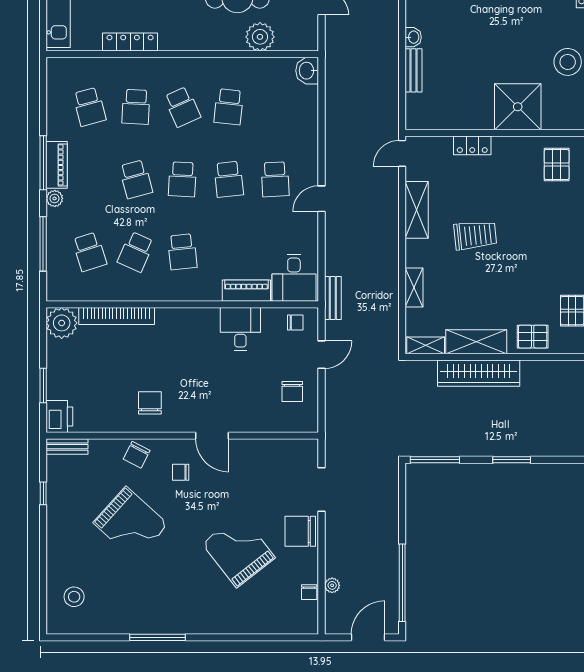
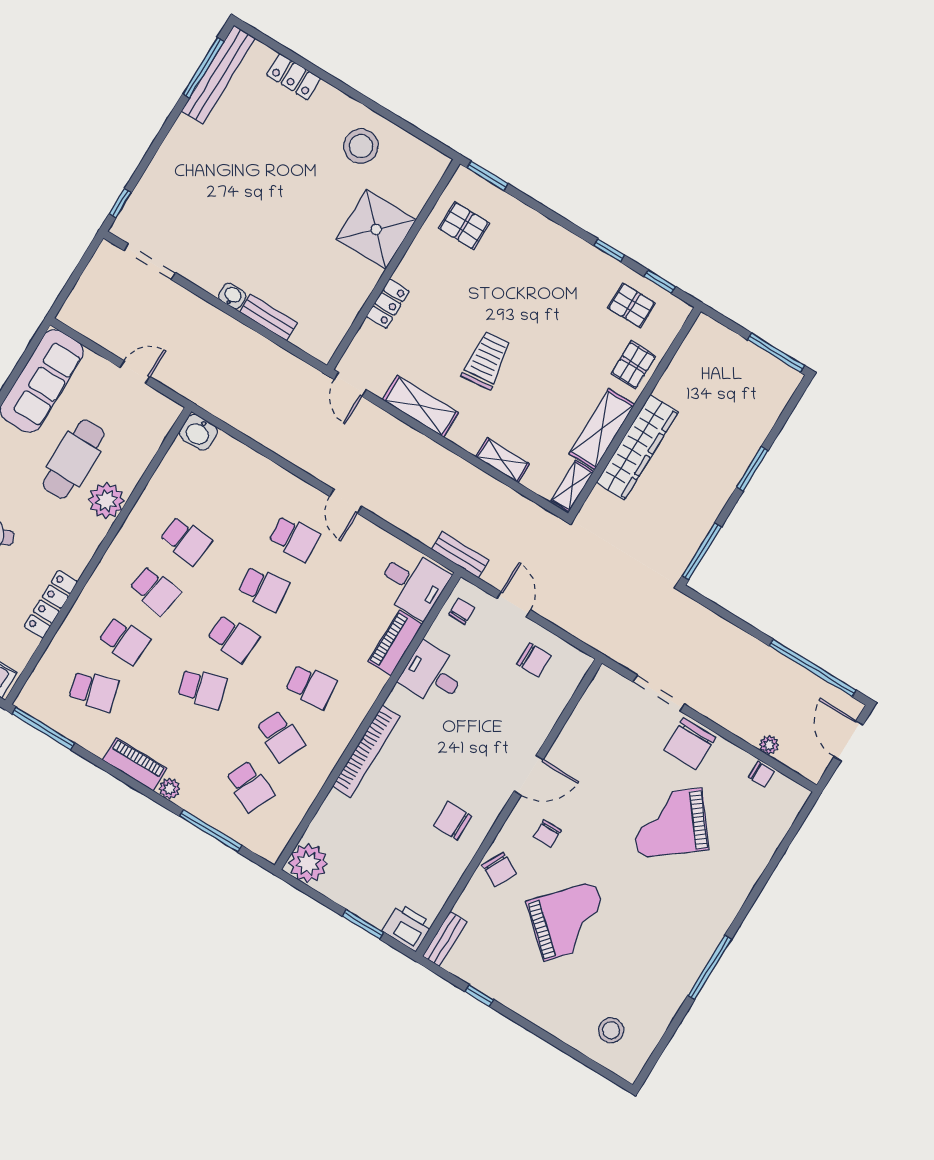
plant: (260, 37) -> (106, 501), moved
school desk: (182, 107) -> (155, 591), turned 33
window: (43, 163) -> (43, 728), moved
school desk: (89, 252) -> (250, 786), turned 42
bookcase: (117, 316) -> (366, 751), moved

